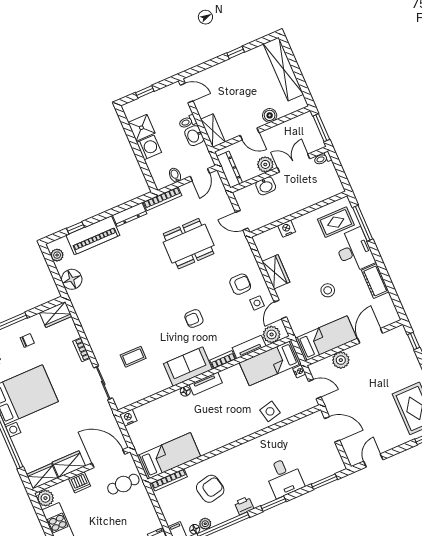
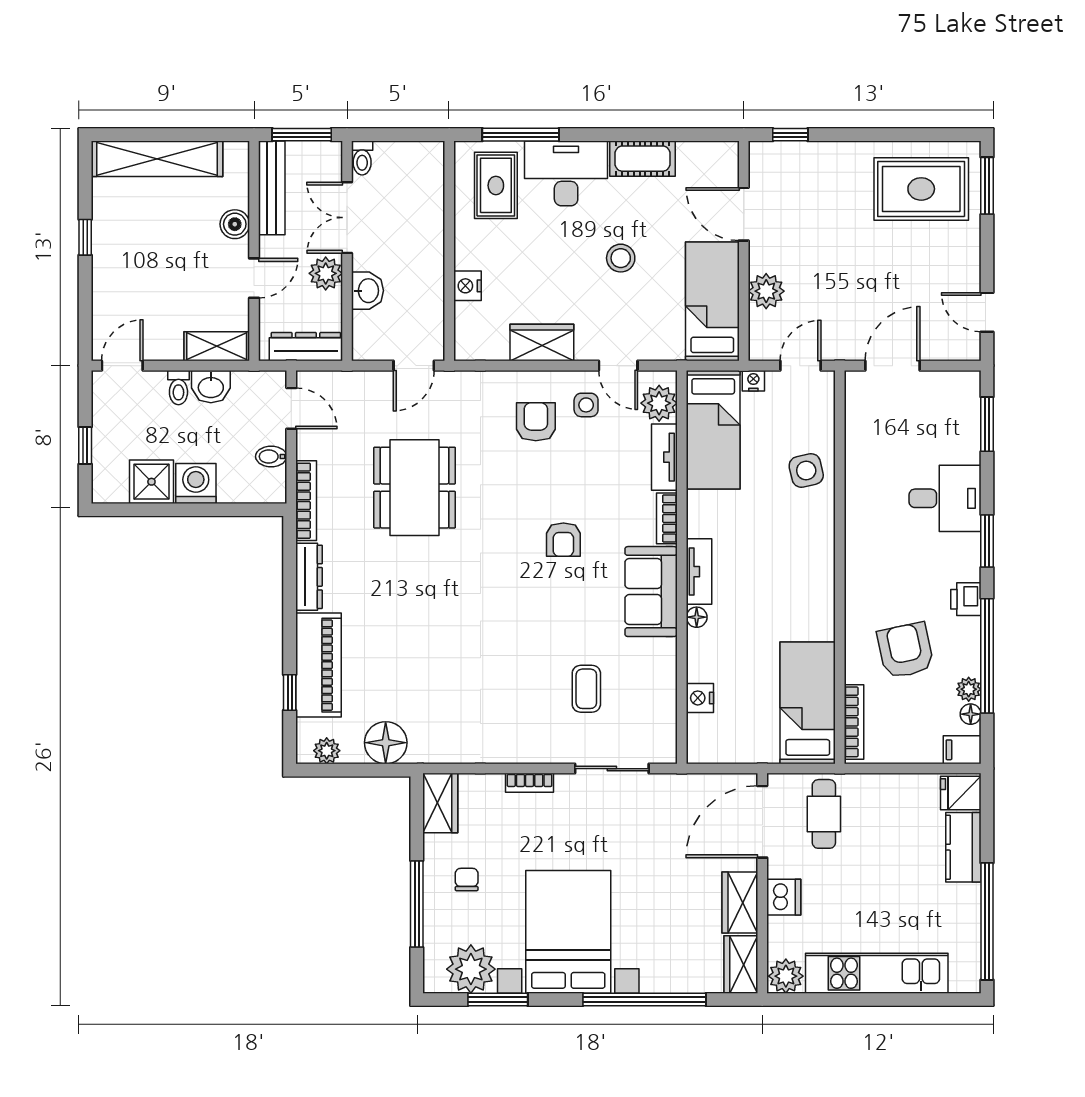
bench: (292, 125) -> (272, 188), added
nightstand: (128, 418) -> (700, 698), moved

